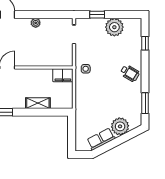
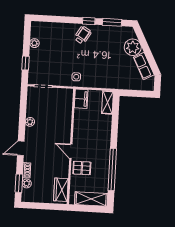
plant: (114, 27) -> (34, 43), width x0.53, depth x0.53
window: (145, 43) -> (89, 21), moved
shelving: (38, 103) -> (108, 102), moved

